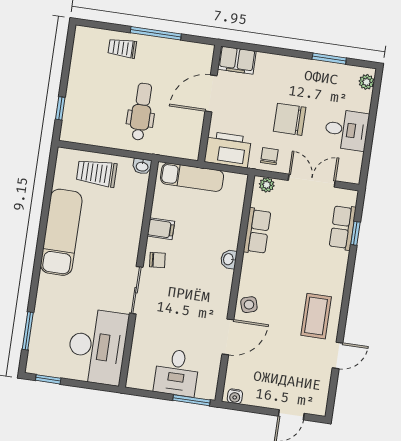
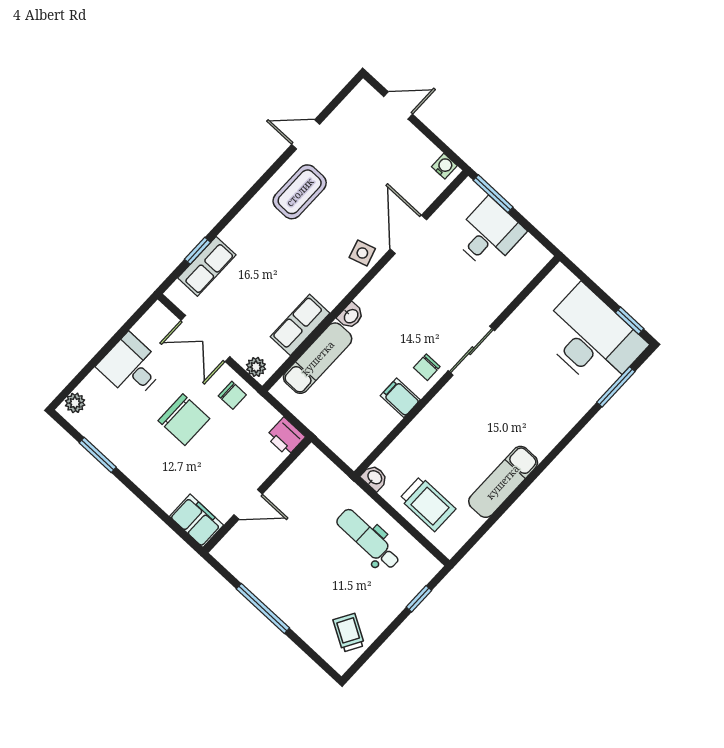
trolley: (122, 48) -> (349, 633), moved, turned -150
door: (211, 93) -> (248, 504), width x0.73
dental chair: (141, 112) -> (368, 539), moved, turned 90
printer: (228, 150) -> (285, 437), width x0.53, depth x0.68
chair: (269, 156) -> (232, 395), turned -90
exam couch: (192, 177) -> (318, 358), moved, turned 90
exam couch: (61, 232) -> (503, 482), width x0.73, depth x0.69
chair: (157, 260) -> (427, 367), turned -85
door: (228, 337) -> (408, 234), hinge flipped
desk: (97, 347) -> (592, 338), moved, turned 90

